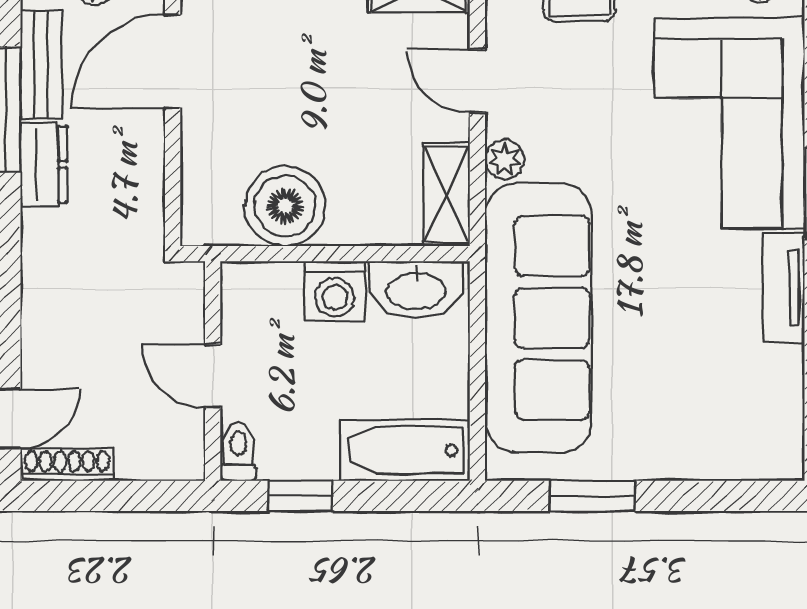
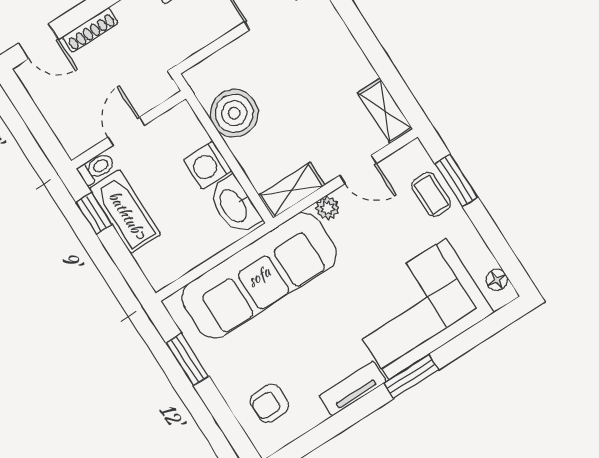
door: (477, 81) -> (358, 169), swing flipped
armchair: (729, 419) -> (269, 403), added
bathtub: (405, 450) -> (125, 212), moved
shoe rack: (67, 465) -> (90, 30), moved, turned 90

